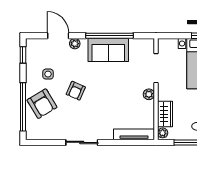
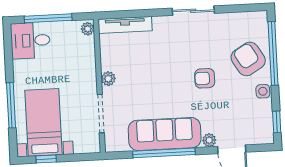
sofa: (108, 50) -> (165, 134), width x1.36
side table: (48, 74) -> (263, 91), moved
armchair: (76, 91) -> (205, 78), turned -114
wardrobe: (165, 114) -> (86, 54), removed

